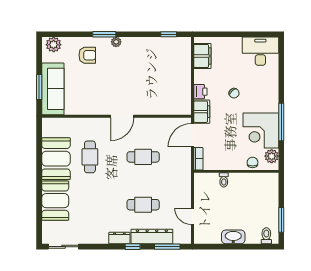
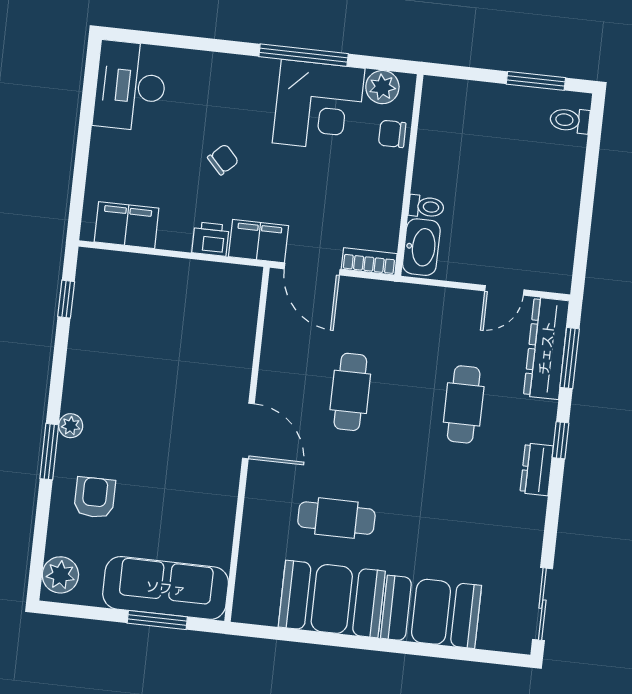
dresser: (152, 237) -> (546, 348), moved
washbasin: (233, 237) -> (421, 247), moved, turned 180

